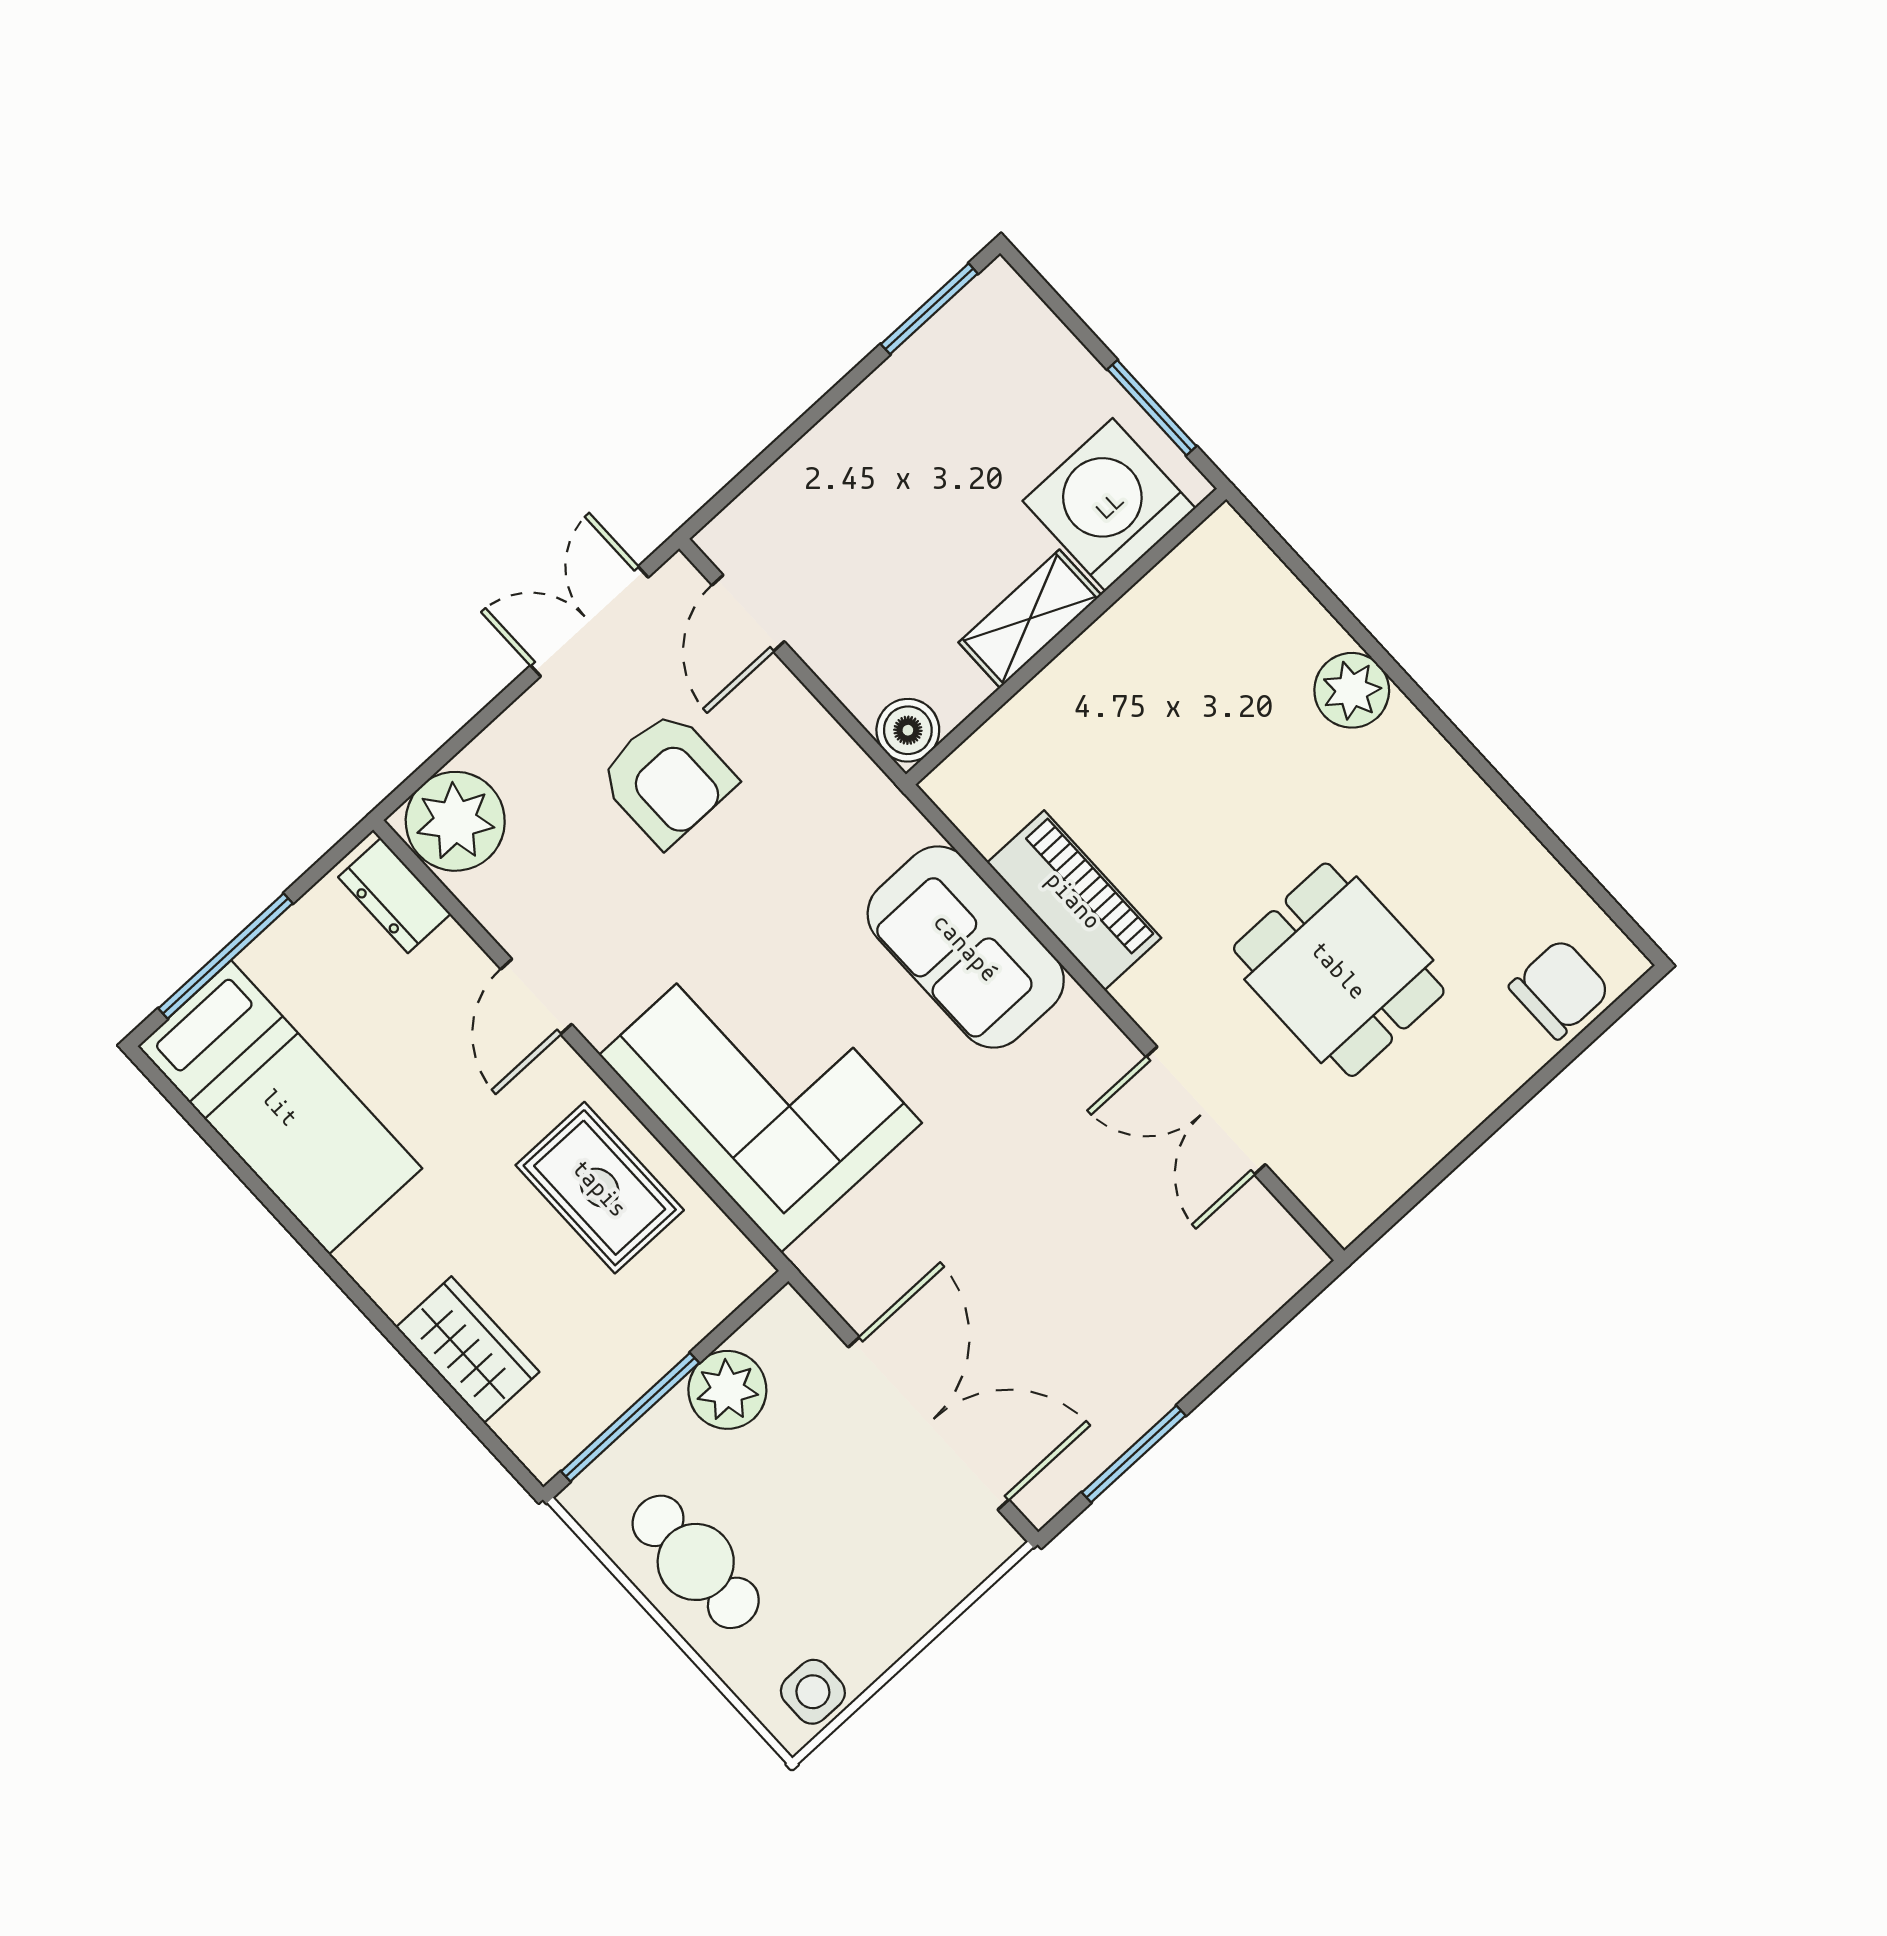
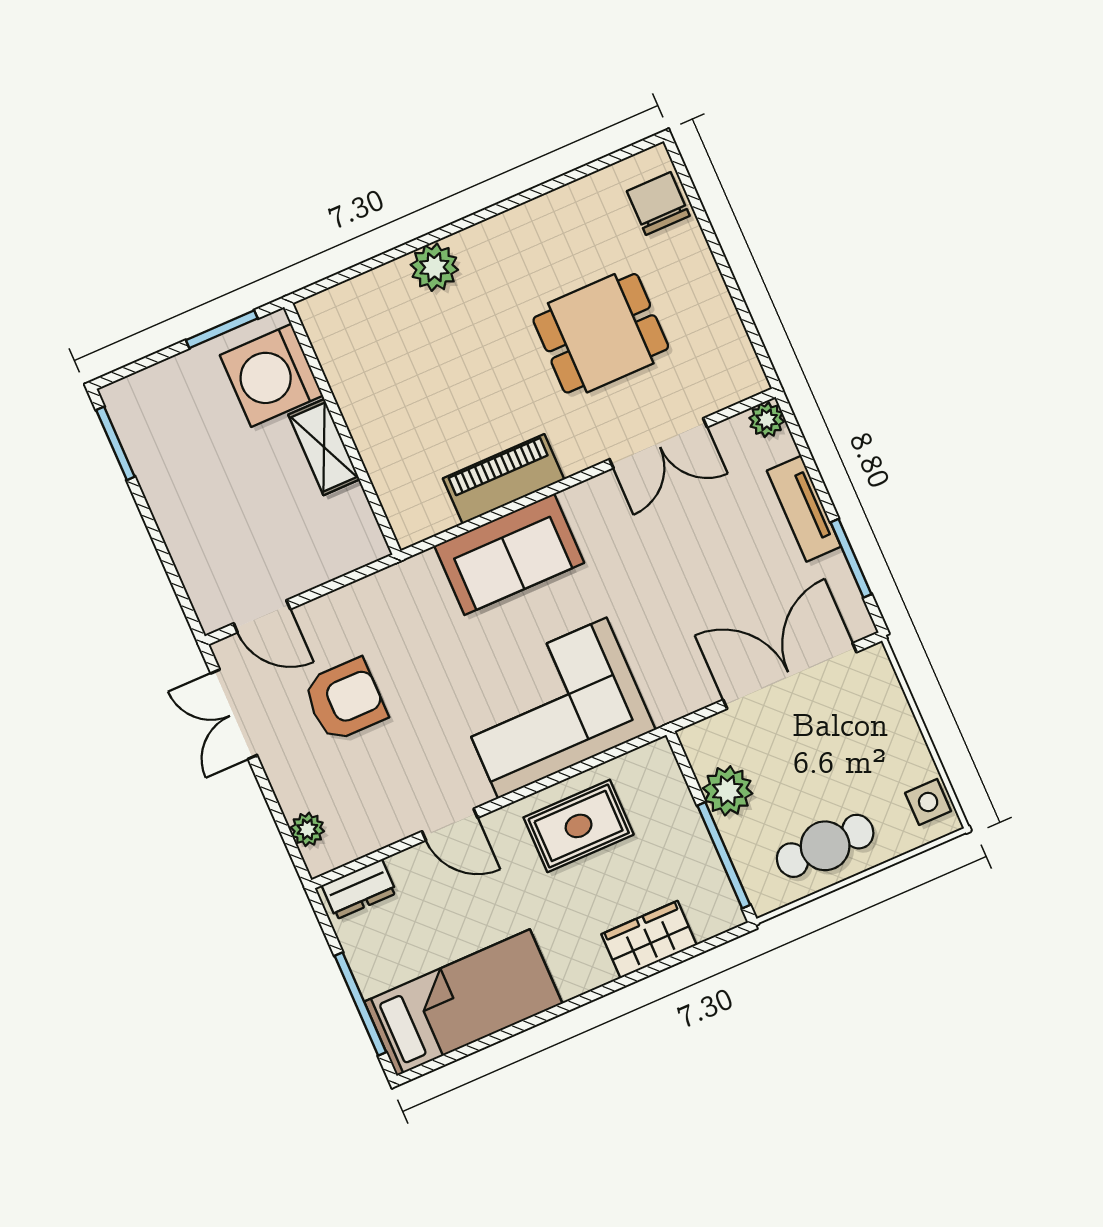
boiler: (908, 730) -> (366, 544), removed
plant: (455, 821) -> (307, 829), width x0.53, depth x0.53
plant: (1295, 1259) -> (767, 420), added
tv unit: (1183, 1359) -> (804, 509), added

